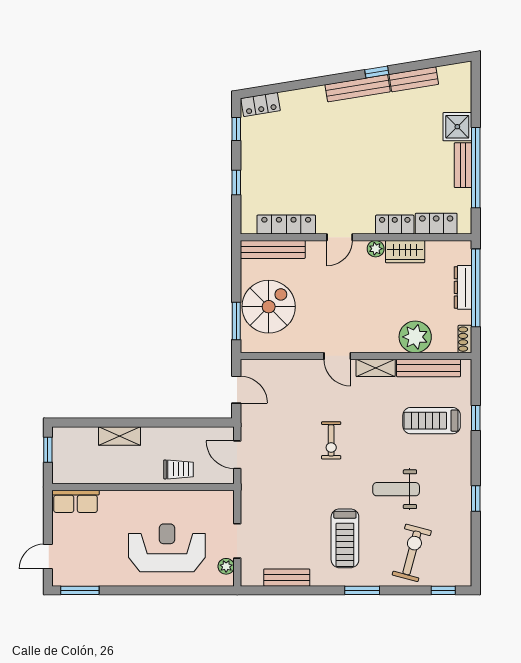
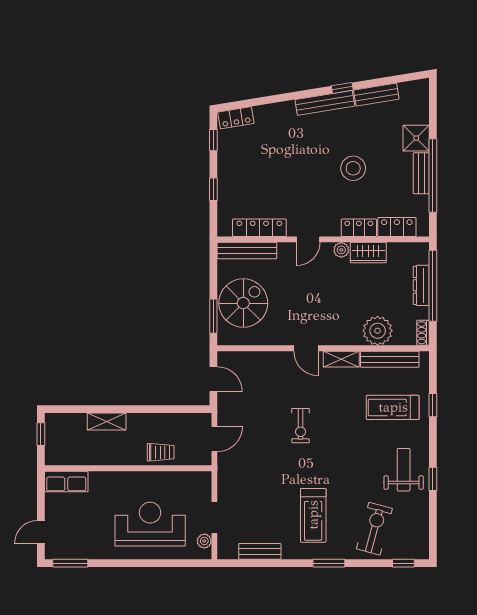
stool: (389, 160) -> (353, 168), added
door: (237, 455) -> (214, 439), swing flipped
weight bench: (396, 489) -> (404, 470), moved, turned 90

